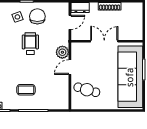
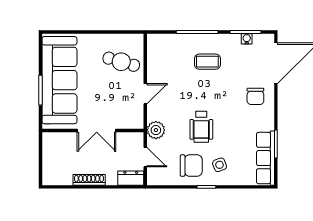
chair: (37, 16) -> (191, 166), turned -90
door: (70, 22) -> (145, 157), swing flipped
plant: (62, 52) -> (156, 130), moved

